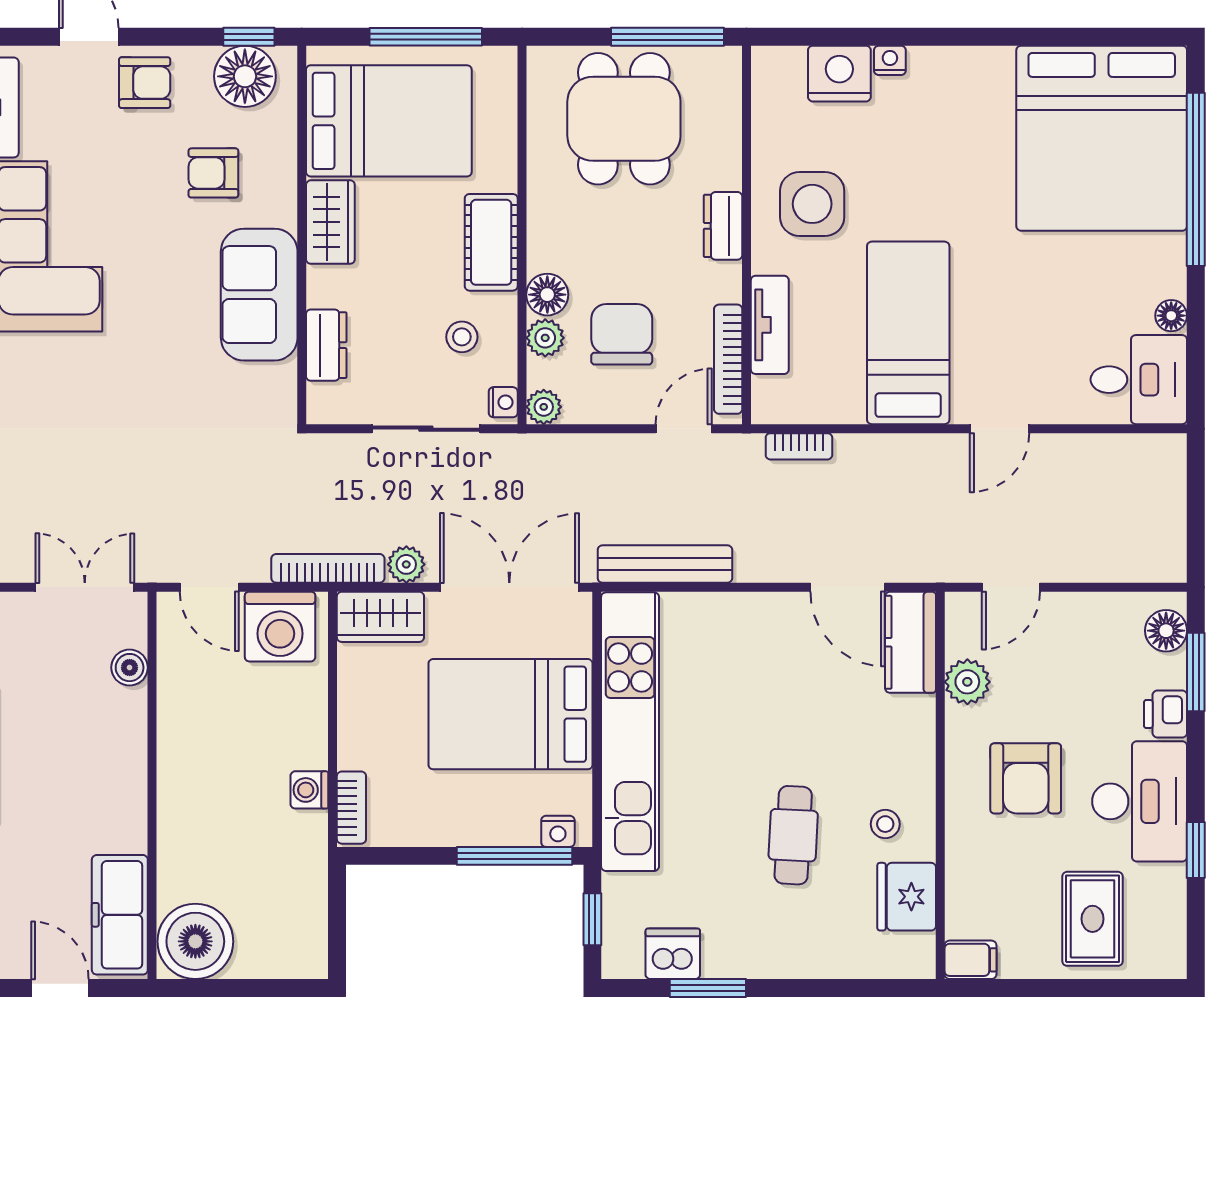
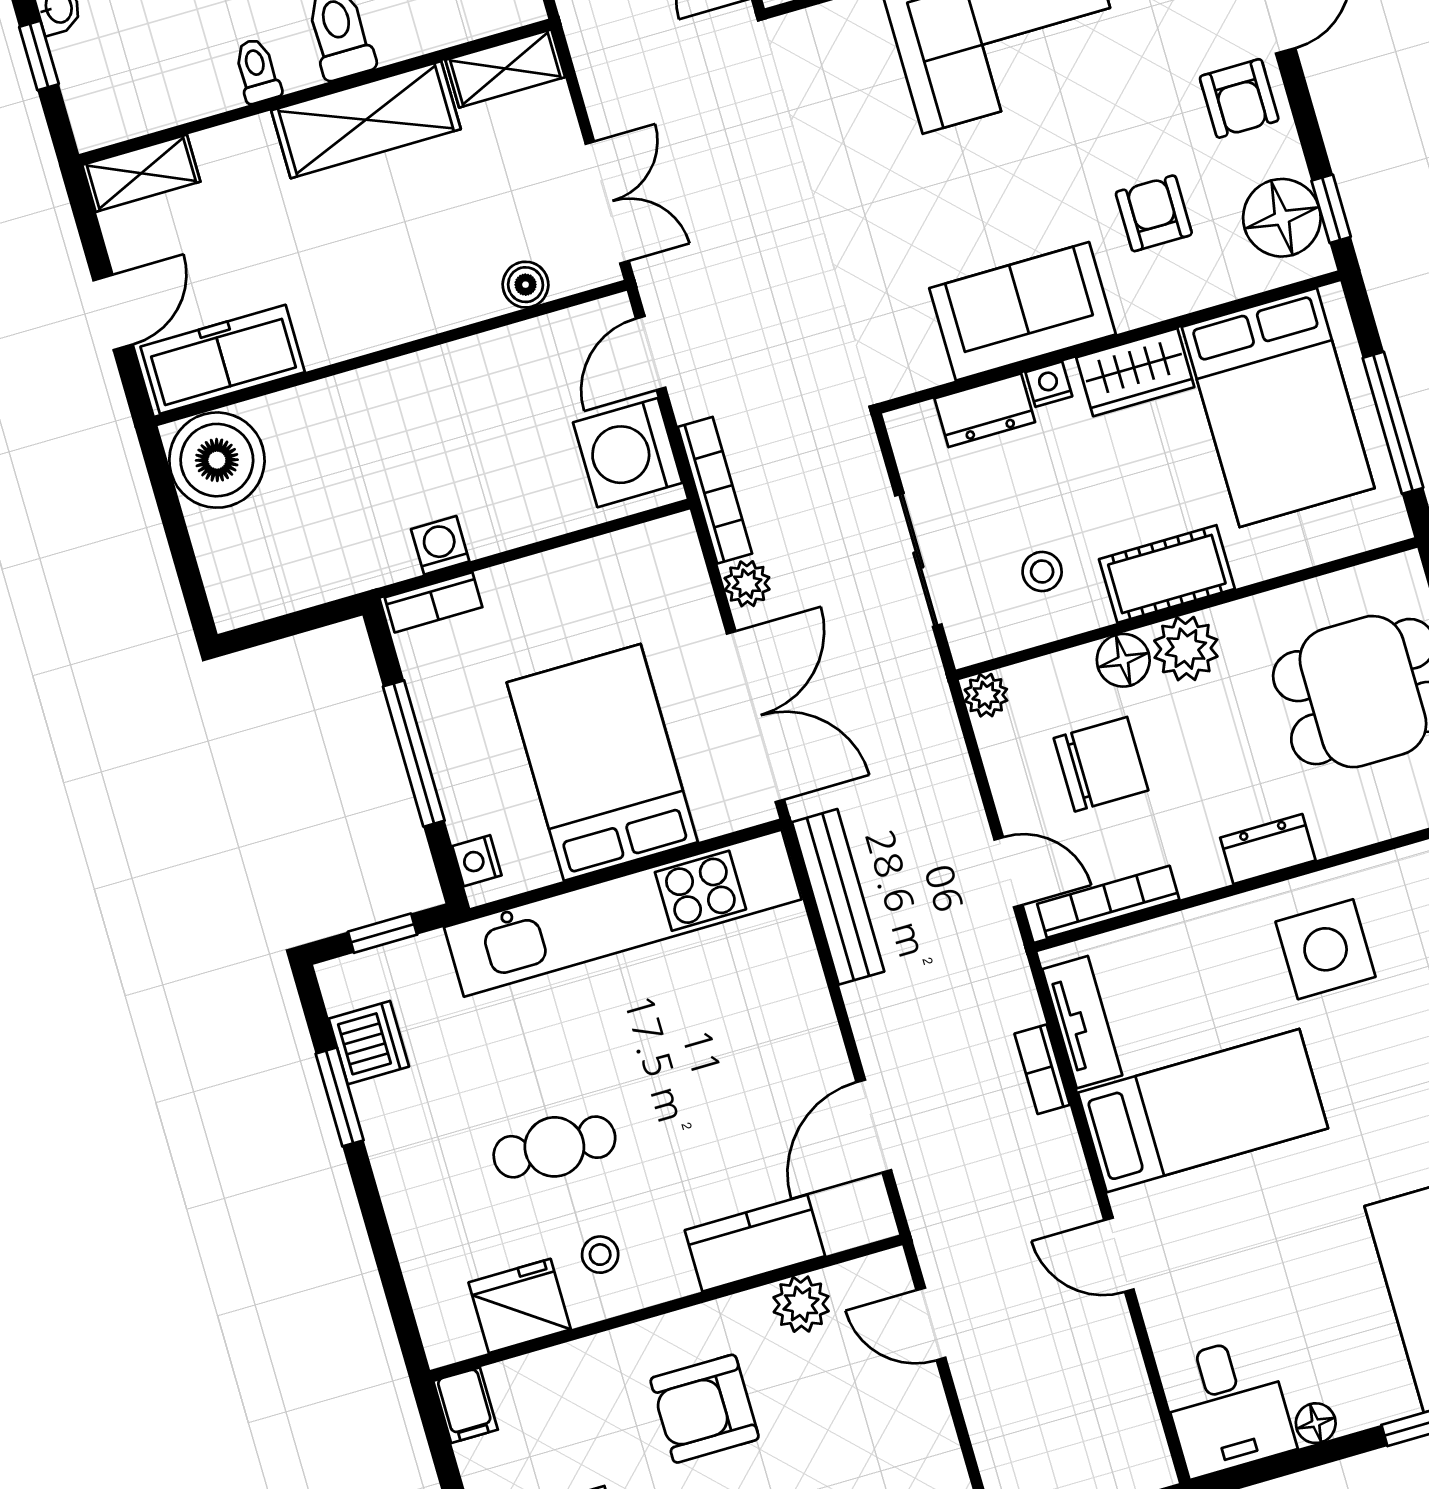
tv unit: (770, 325) -> (1082, 1022), moved, turned -90
plant: (545, 338) -> (1186, 649), moved, width x1.38, depth x1.38
nightstand: (503, 402) -> (1049, 384), moved, turned 180
bookcase: (799, 446) -> (1042, 1069), moved
wardrobe: (380, 617) -> (675, 571), removed
kitchen counter: (911, 642) -> (755, 1243), moved
window: (515, 856) -> (414, 754), moved

